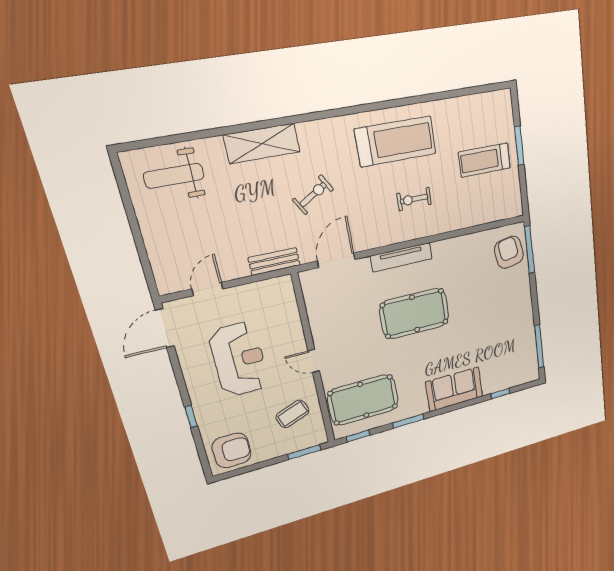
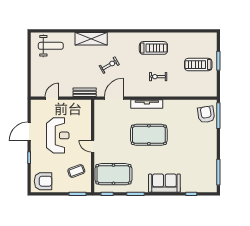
treadmill: (396, 141) -> (153, 48), width x0.73, depth x0.73
weight bench: (174, 176) -> (51, 46), turned 180
door: (165, 328) -> (29, 131), moved

